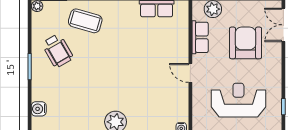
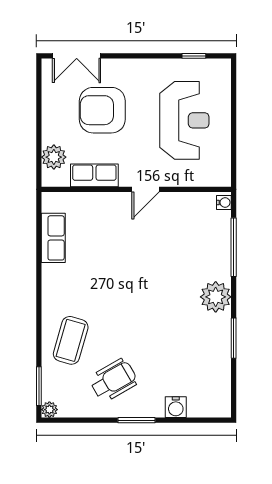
reception desk: (238, 100) -> (184, 120), turned 180
water cooler: (39, 109) -> (176, 407), moved

